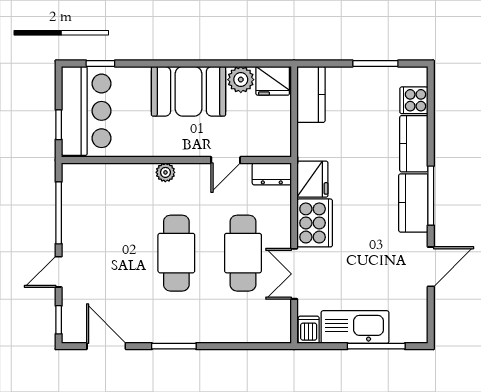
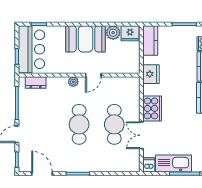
door: (226, 160) -> (93, 75), moved
dresser: (272, 174) -> (36, 83), moved
fridge: (312, 179) -> (151, 74), moved

